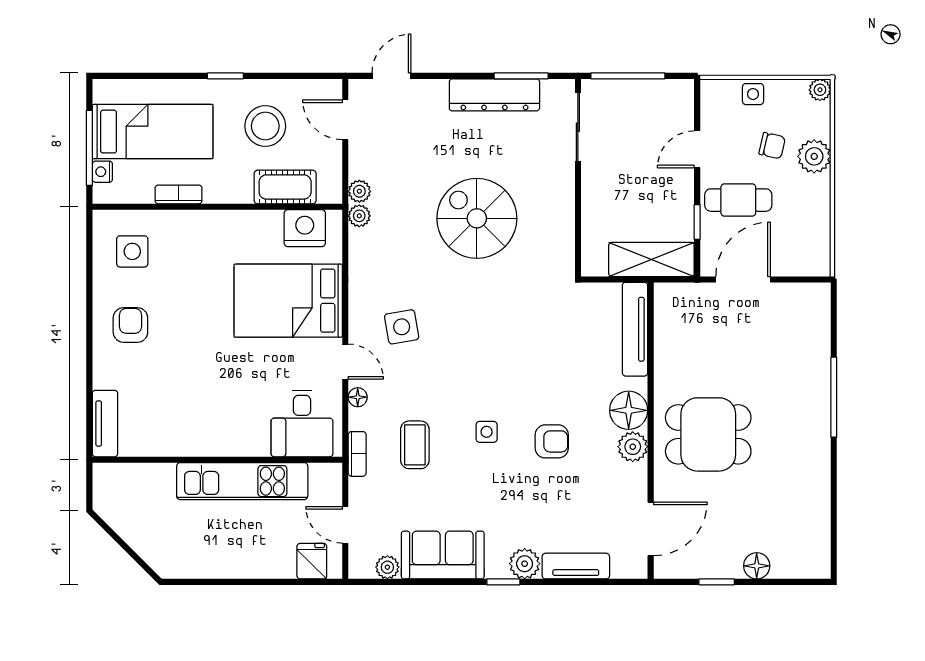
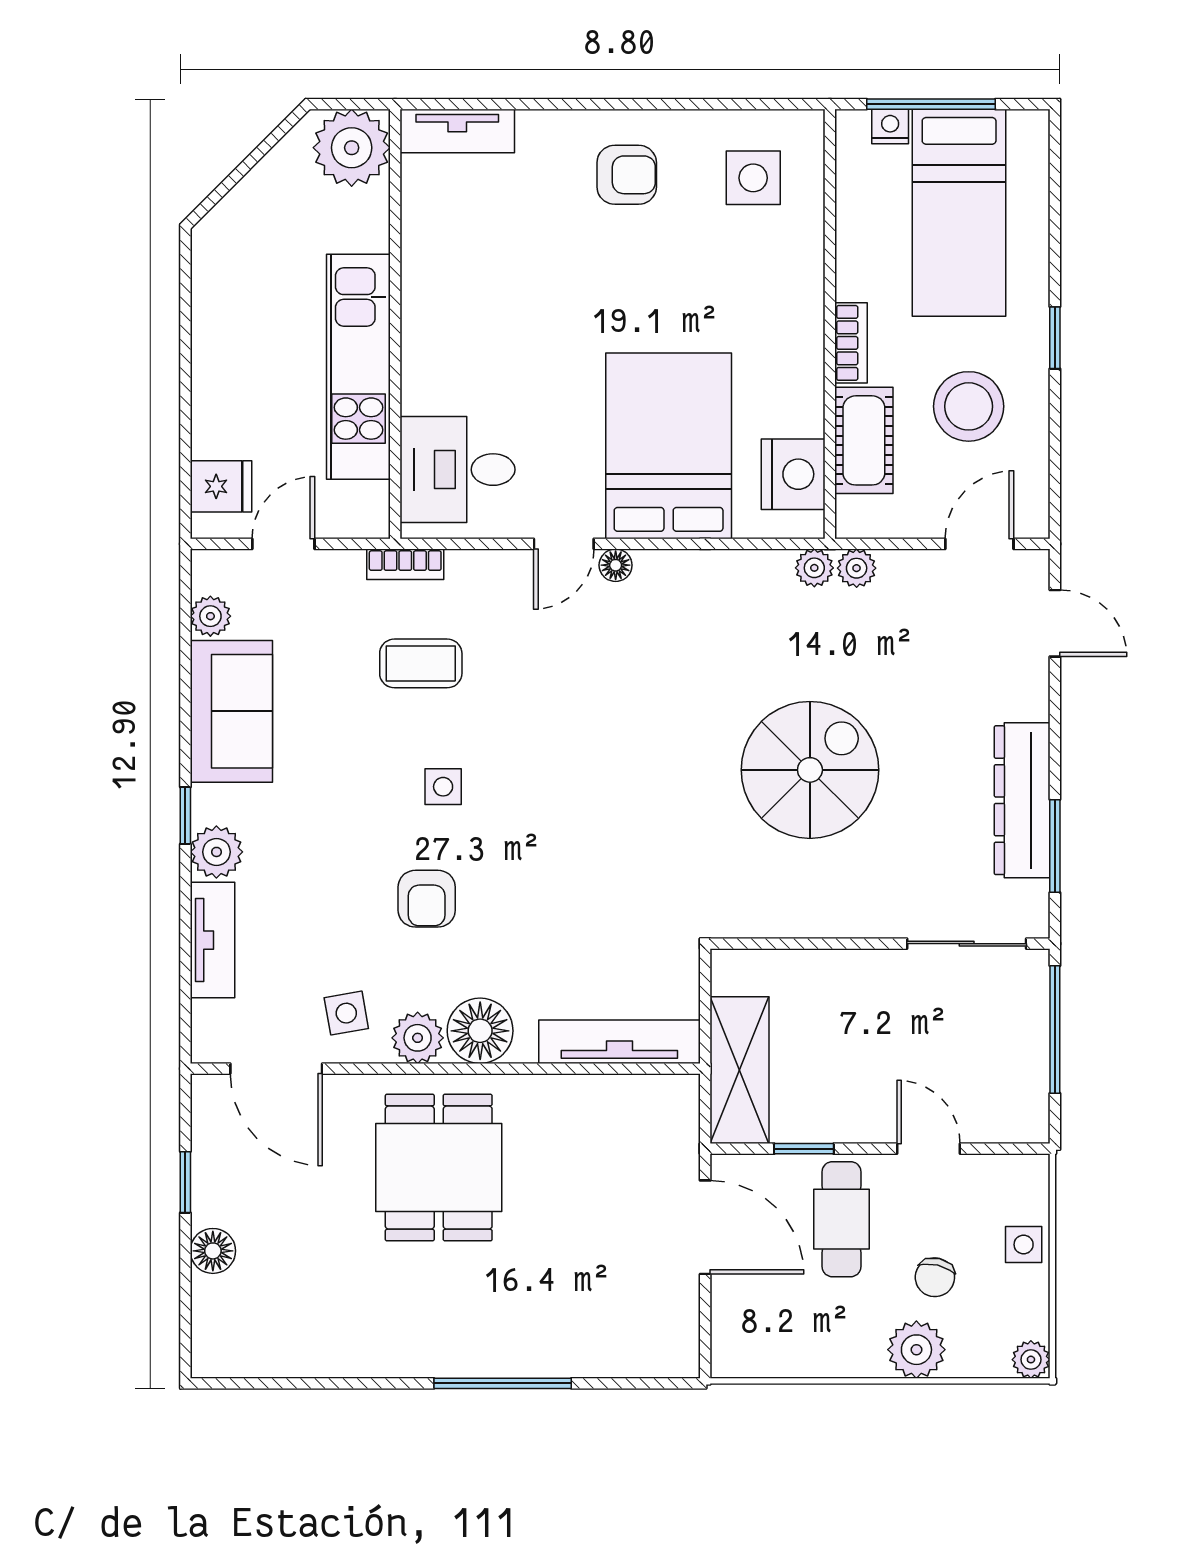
bookcase: (179, 194) -> (851, 343), moved
side table: (402, 327) -> (346, 1013), moved, width x0.73, depth x0.73
floor lamp: (358, 397) -> (616, 565), moved
plant: (115, 485) -> (352, 148), added

